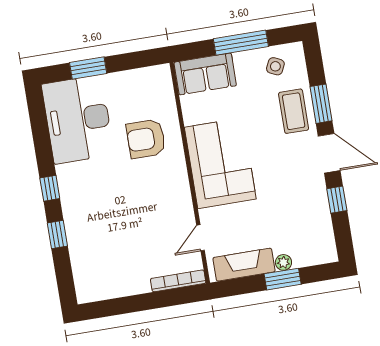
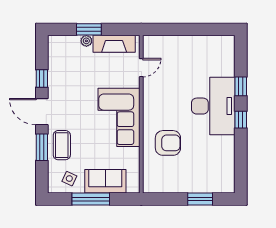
sofa: (205, 74) -> (105, 181), moved
desk: (78, 119) -> (213, 106), moved
bookcase: (178, 281) -> (162, 40), removed

